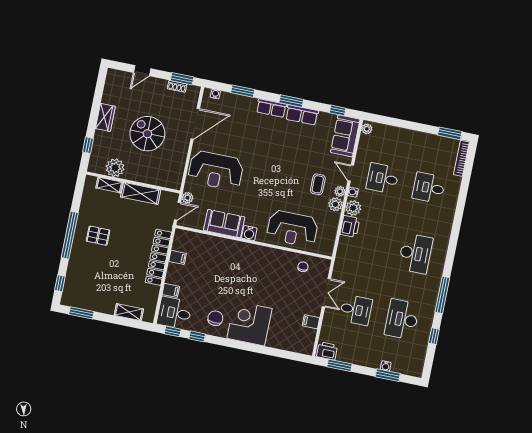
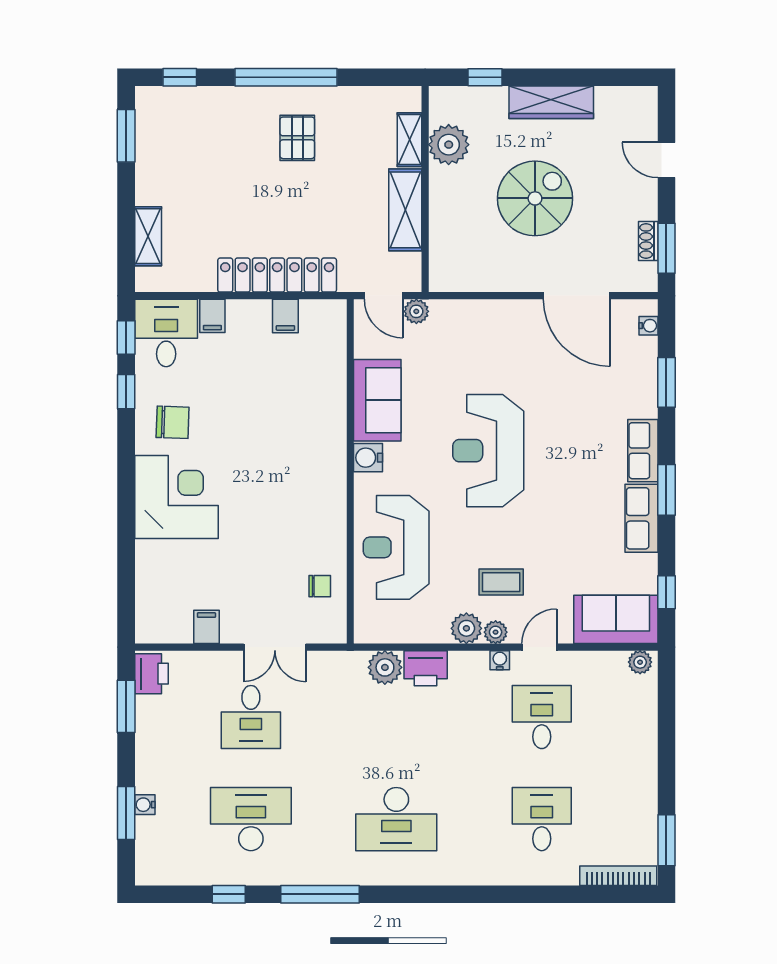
wardrobe: (105, 117) -> (551, 102), width x1.50
reception desk: (216, 170) -> (488, 451), moved
plant: (353, 208) -> (385, 667), moved

